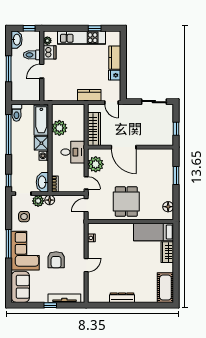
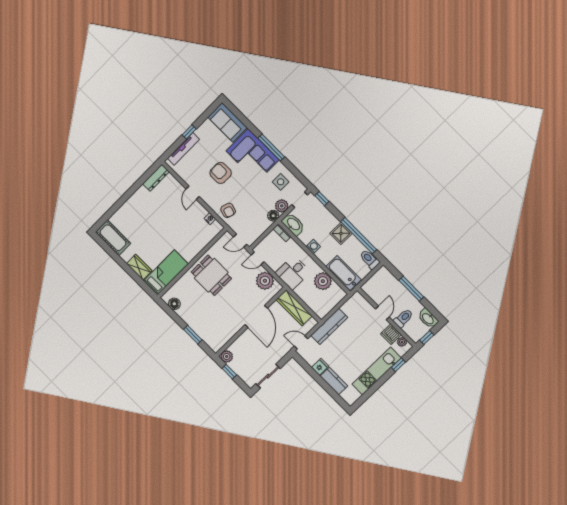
window: (95, 28) -> (398, 365), moved
kitchen counter: (89, 95) -> (329, 326), width x1.50
plant: (168, 140) -> (227, 356), added
shower: (41, 143) -> (341, 233), moved
door: (124, 147) -> (256, 316), swing flipped
door: (86, 205) -> (240, 241), swing flipped
armchair: (75, 232) -> (228, 210), added
dresser: (122, 298) -> (156, 178), moved

